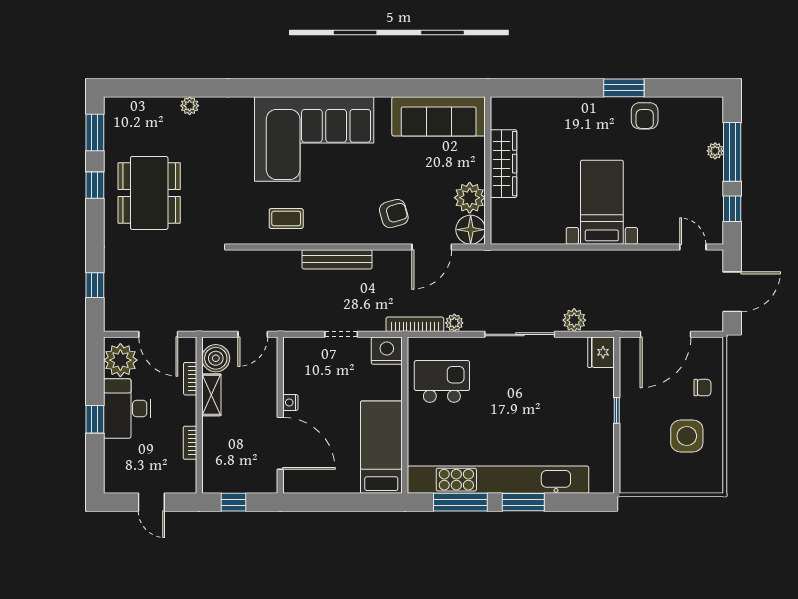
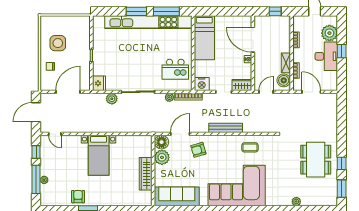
window: (95, 285) -> (342, 115), removed
wardrobe: (303, 349) -> (242, 85), added
plant: (120, 360) -> (329, 33), moved

